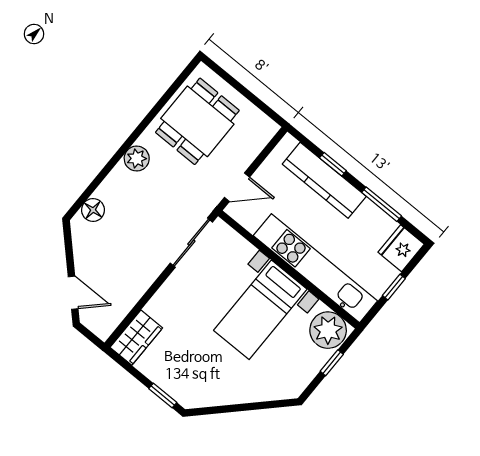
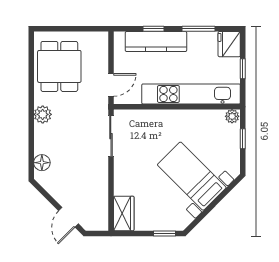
door: (73, 293) -> (68, 217), swing flipped
bed with nightstands: (260, 310) -> (192, 176), moved, turned 135
plant: (328, 330) -> (232, 116), width x0.53, depth x0.53

